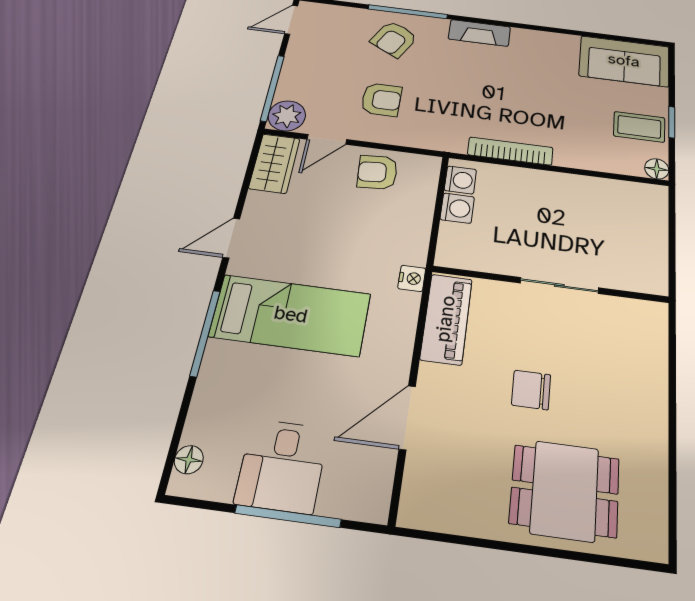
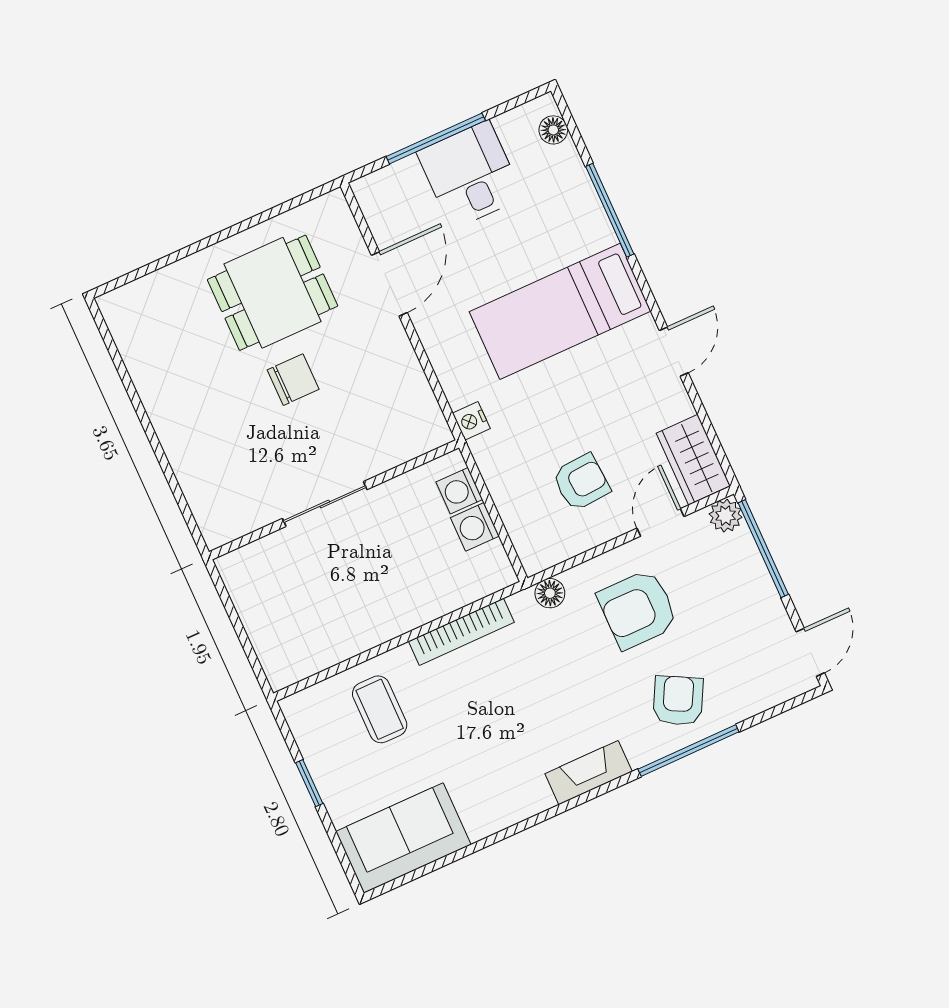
armchair: (381, 100) -> (638, 609), width x1.38, depth x1.38
plant: (287, 116) -> (726, 516), width x0.73, depth x0.73
coffee table: (639, 127) -> (380, 709), moved, turned 90
floor lamp: (657, 169) -> (550, 593), moved
armchair: (377, 172) -> (581, 482), moved
washing machine: (460, 180) -> (459, 491), moved
piano: (446, 319) -> (412, 400), removed
window: (205, 333) -> (610, 210), moved
dining table: (565, 491) -> (273, 293), moved

